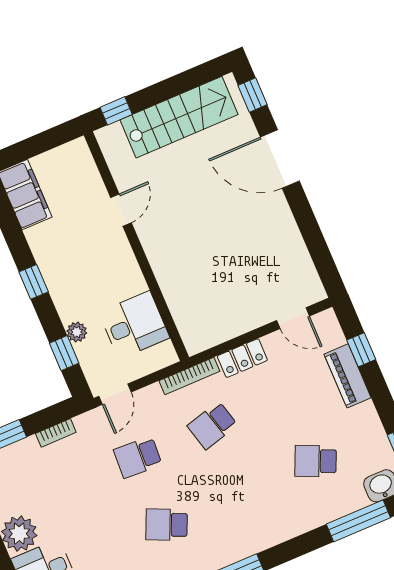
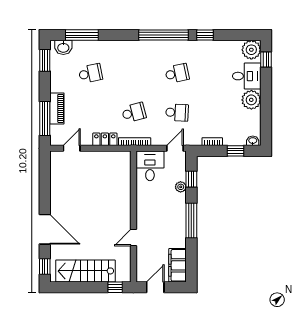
door: (47, 140) -> (155, 287), added
window: (34, 282) -> (191, 220), width x2.17
door: (293, 318) -> (72, 148), hinge flipped
desk: (134, 325) -> (150, 166), moved, turned 90
window: (361, 350) -> (45, 118), width x2.17
school desk: (316, 461) -> (90, 73), turned -36
school desk: (167, 525) -> (177, 73), turned -36

